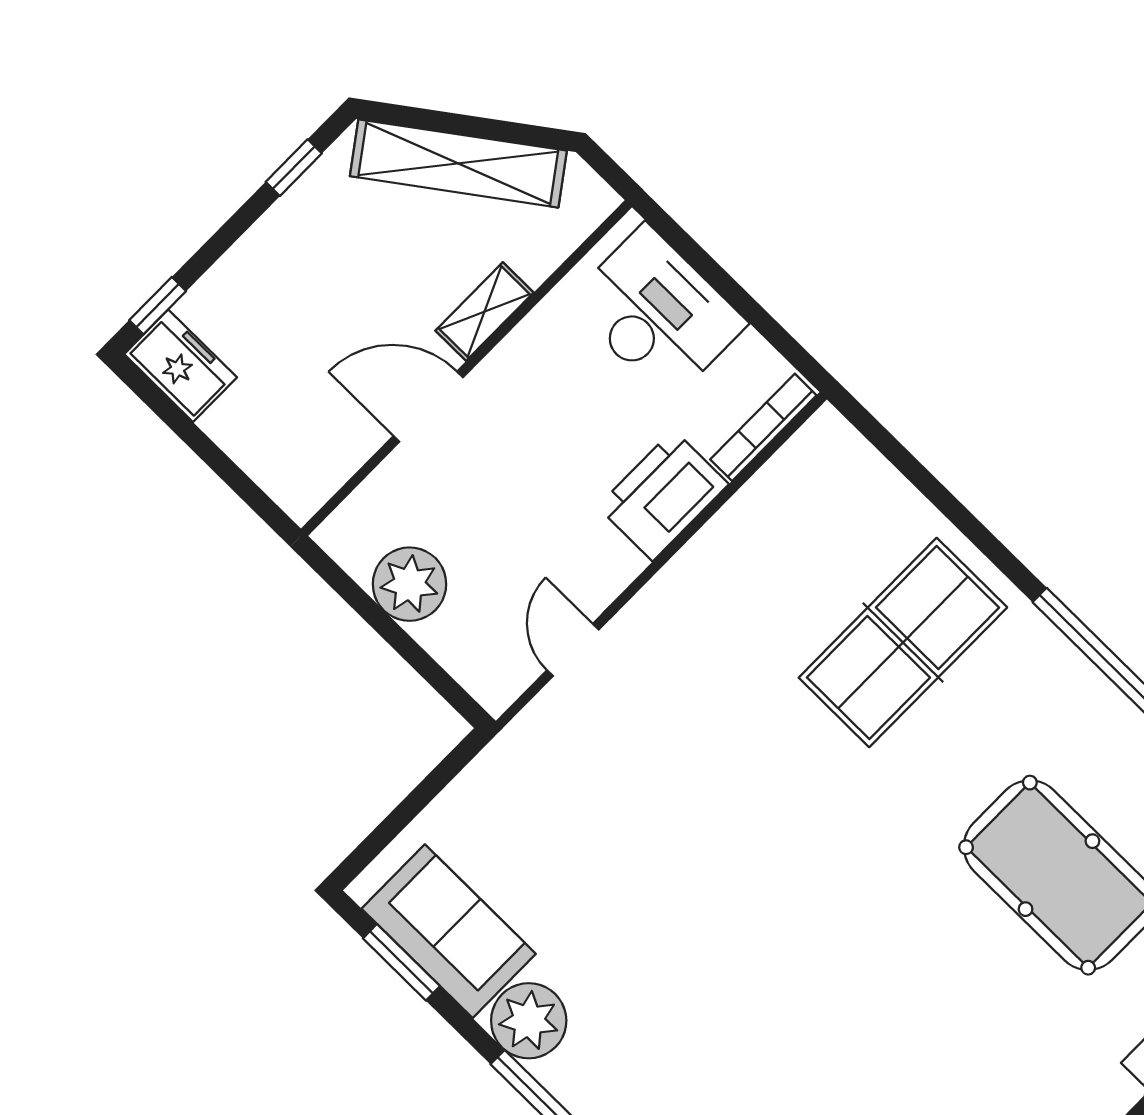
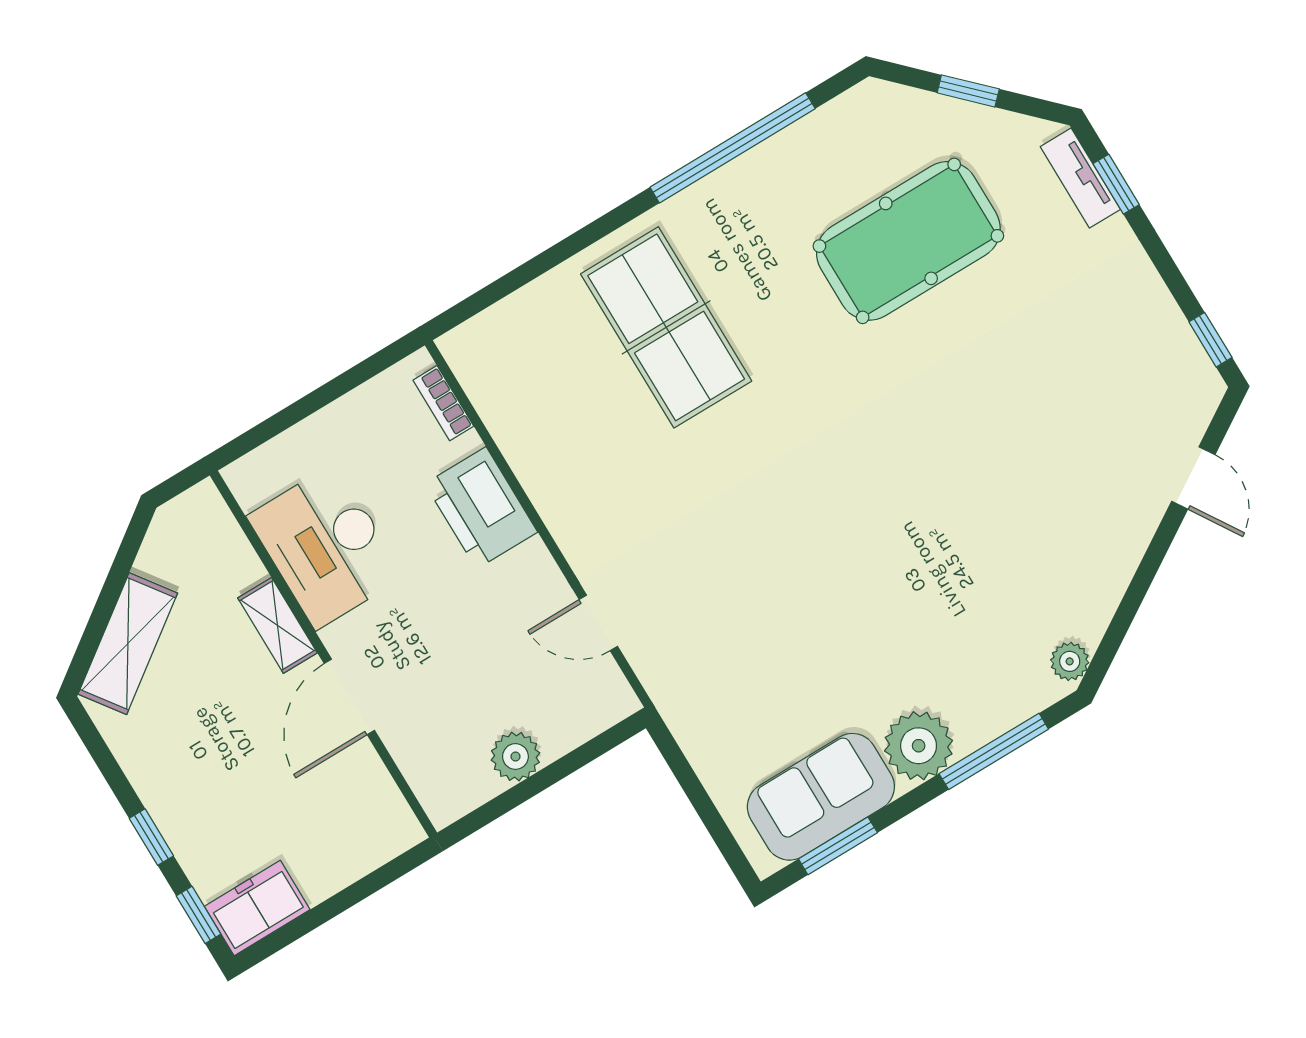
shelving: (458, 163) -> (128, 644), width x0.68
window: (294, 168) -> (151, 837), moved
desk: (657, 313) -> (326, 546), moved, turned -90
bookcase: (763, 427) -> (443, 403), width x0.64
plant: (409, 584) -> (515, 756), width x0.73, depth x0.73

